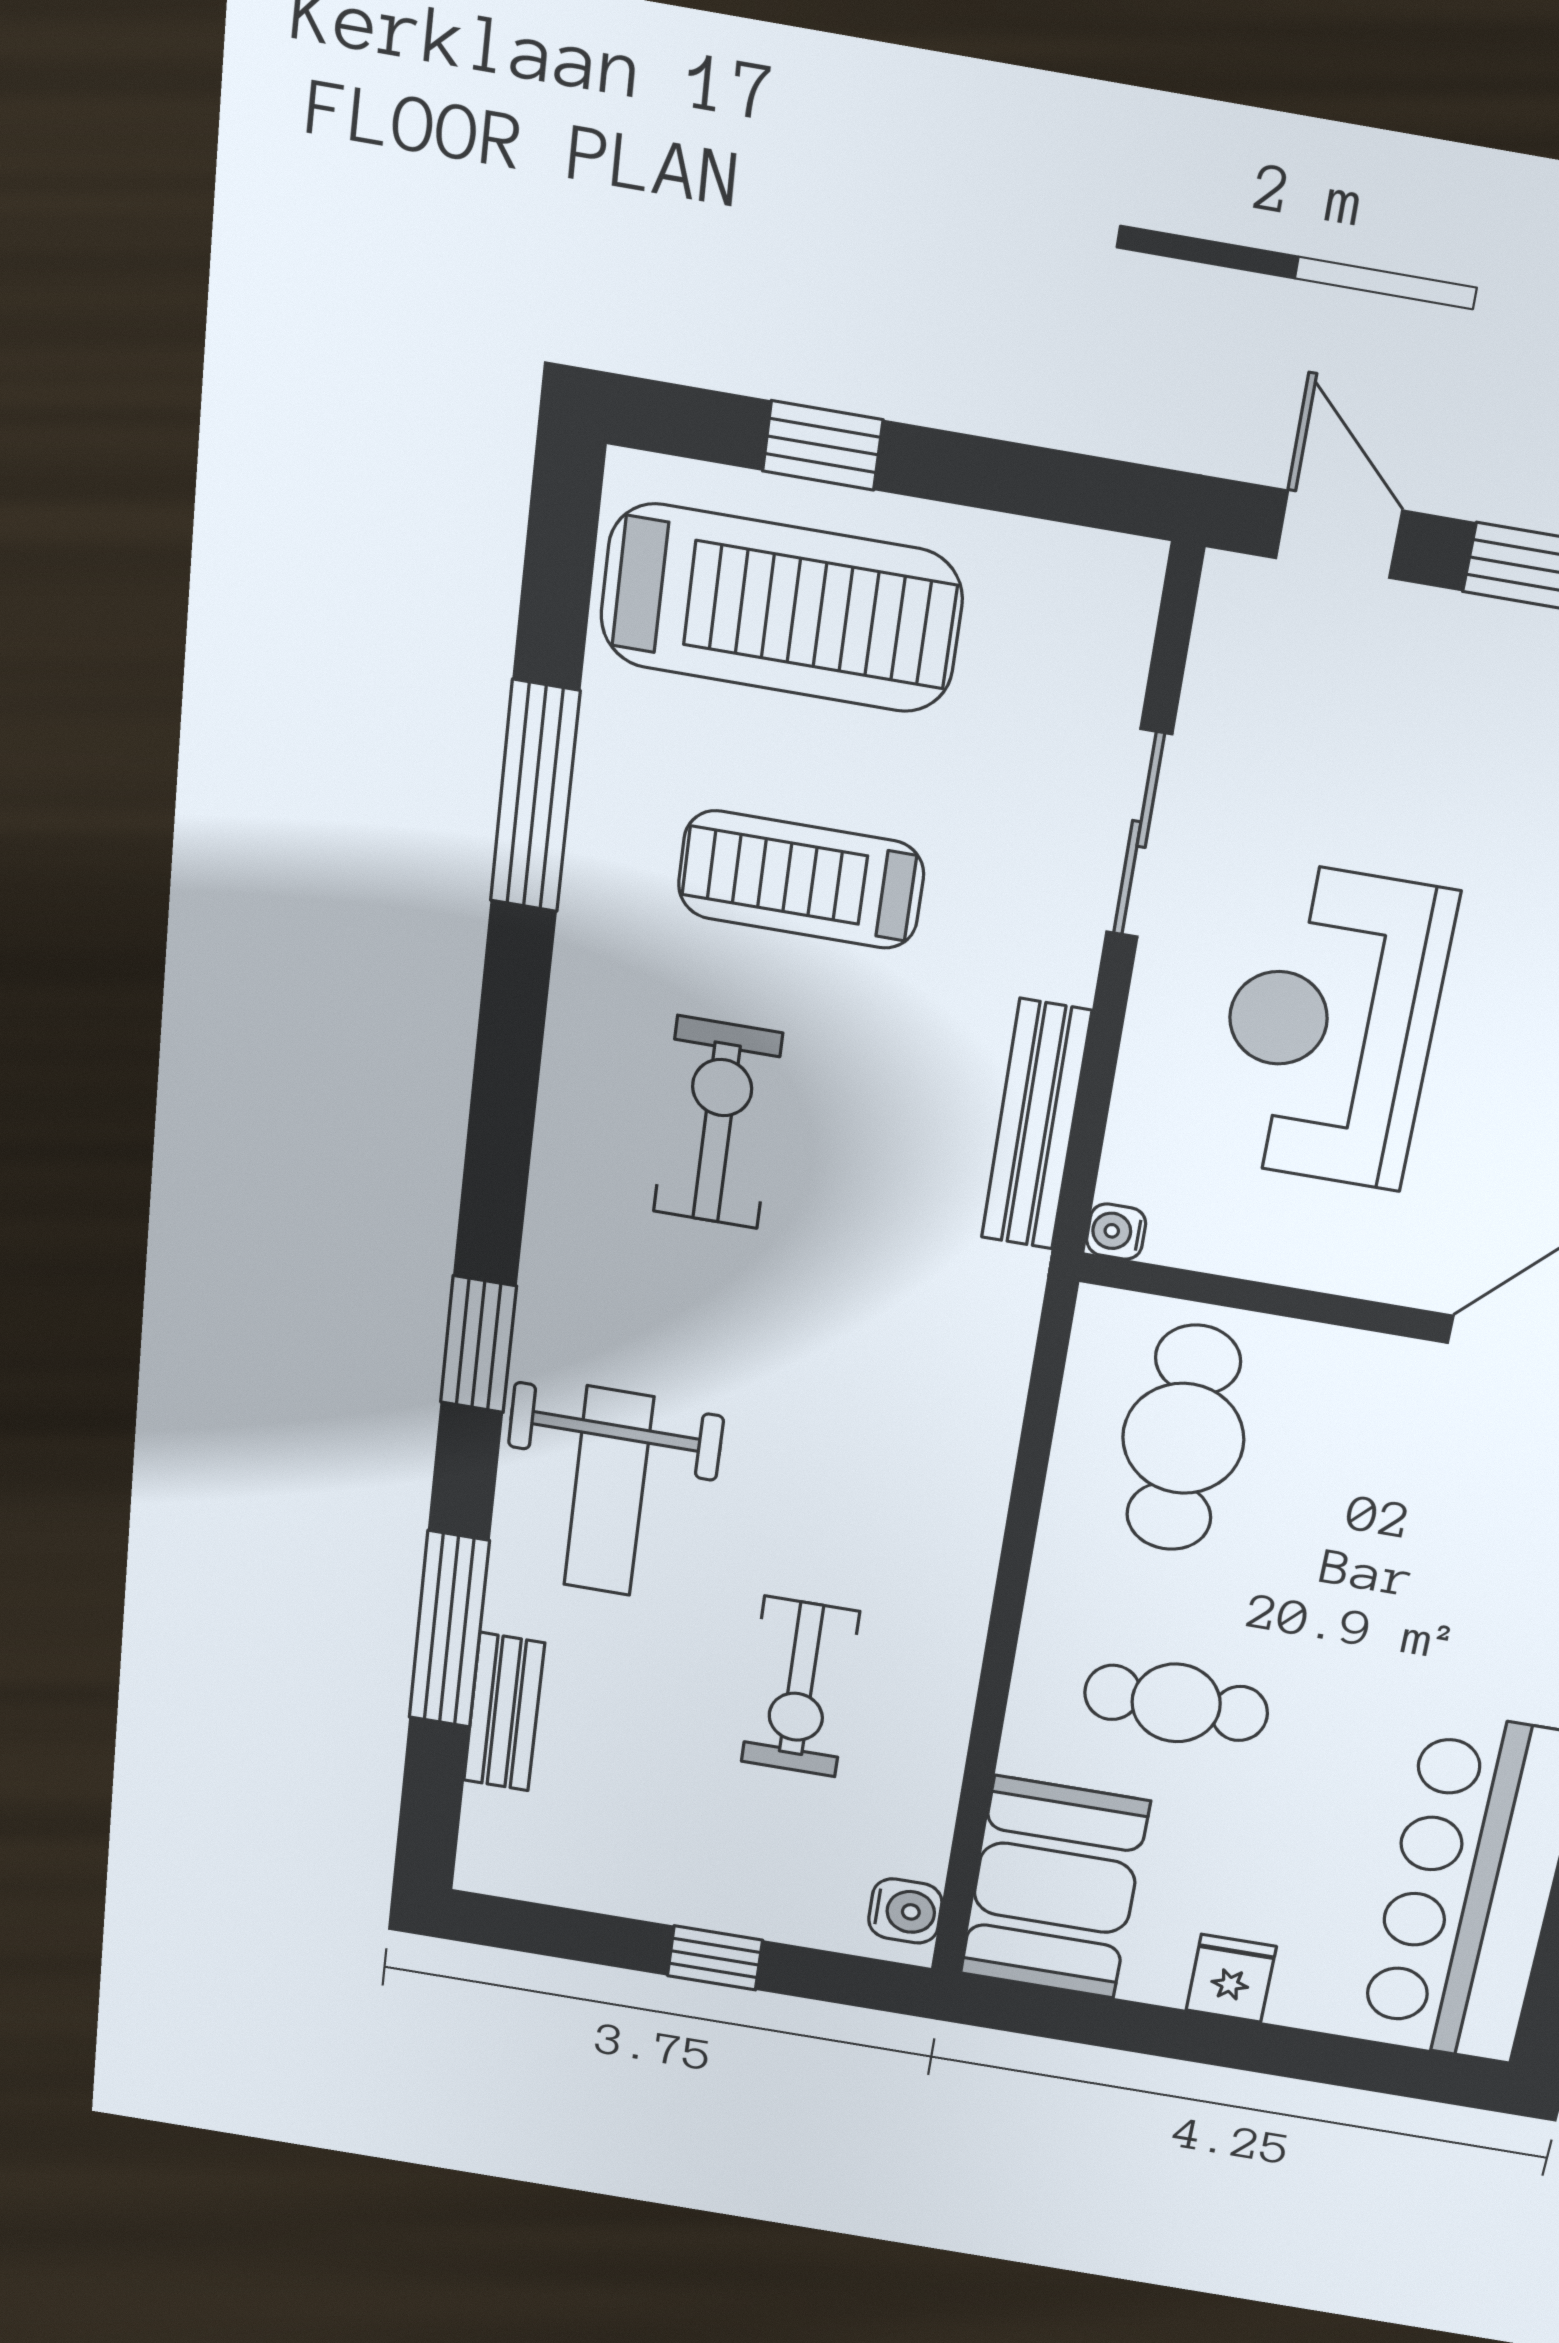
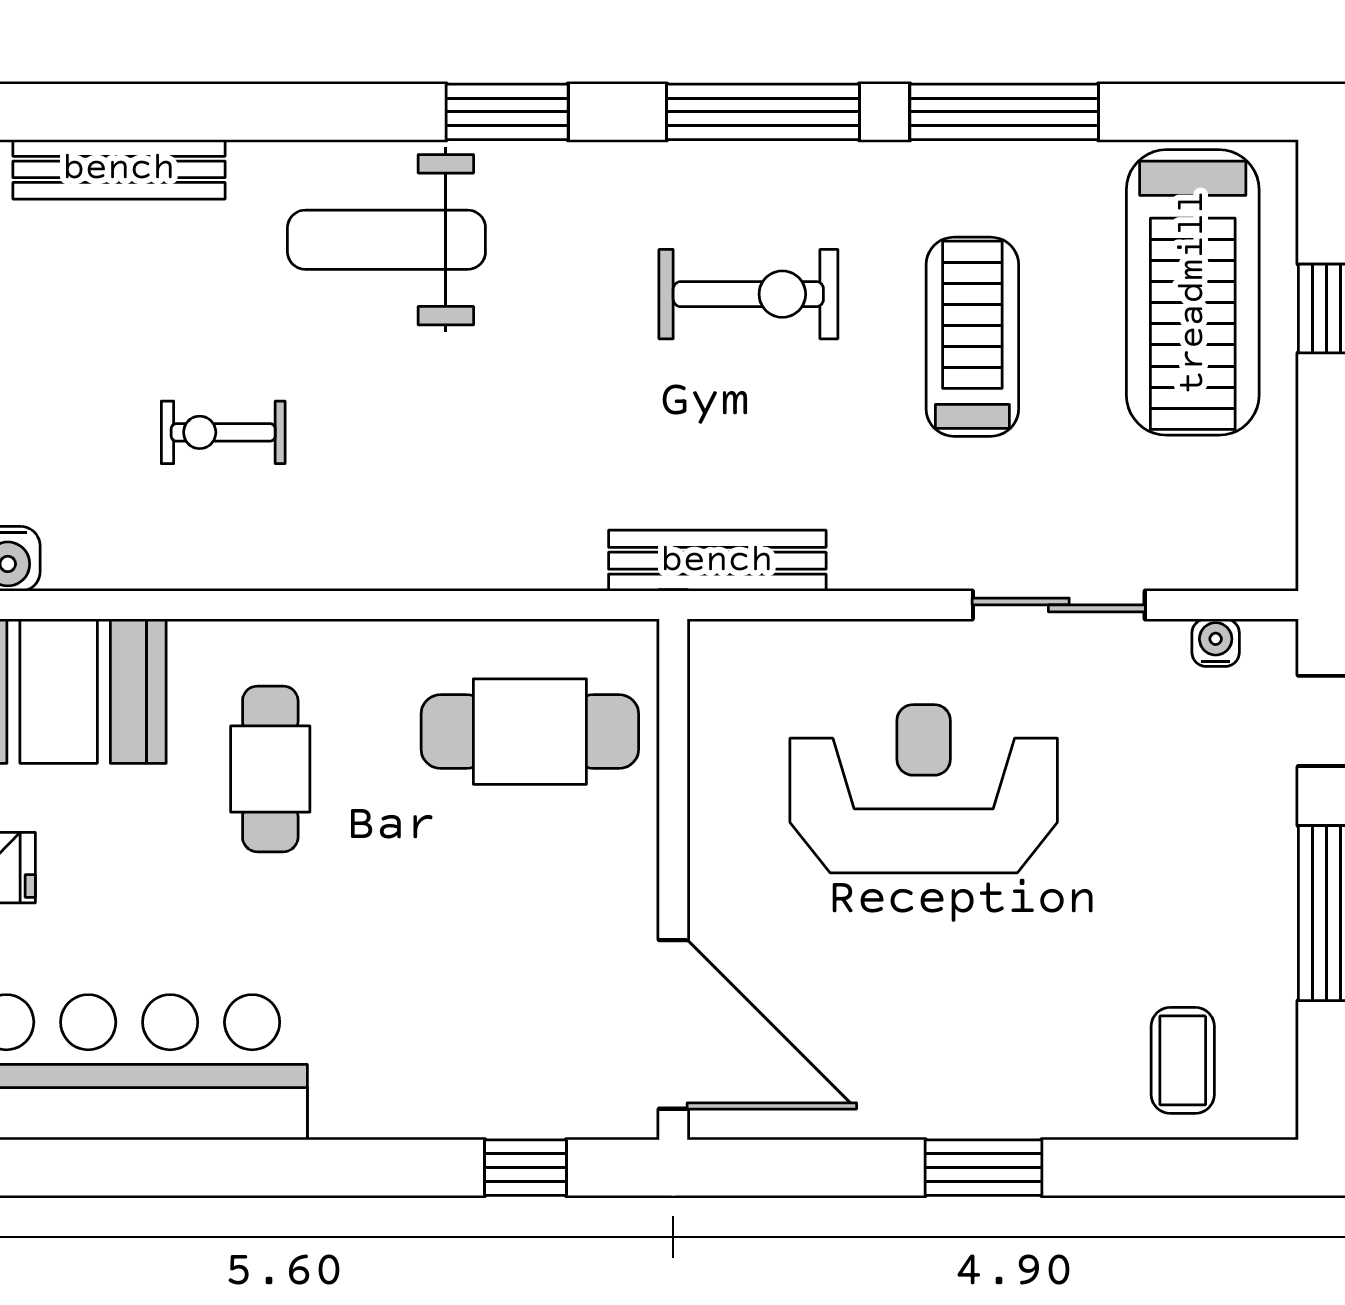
bench: (1036, 1125) -> (717, 561), moved
water cooler: (1116, 1232) -> (1216, 643), moved
window: (449, 1630) -> (763, 112), moved
exercise bike: (800, 1687) -> (223, 432), width x0.73, depth x0.72
bench: (504, 1712) -> (119, 169), width x1.36

